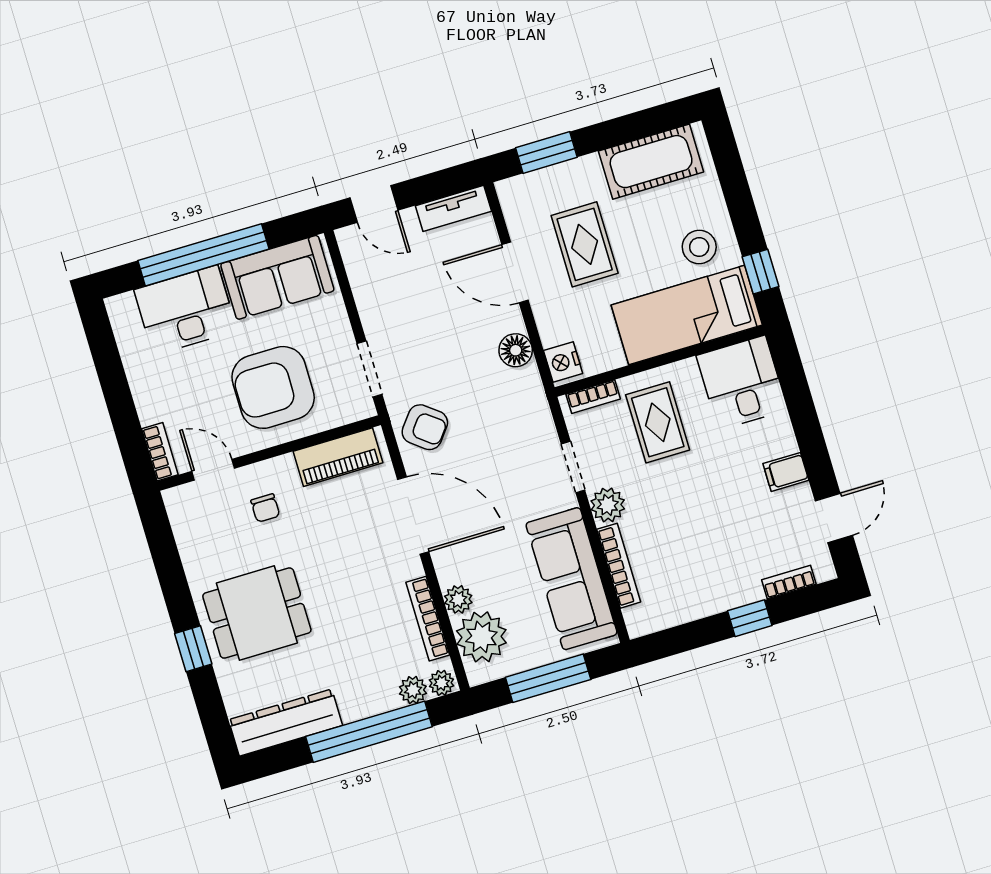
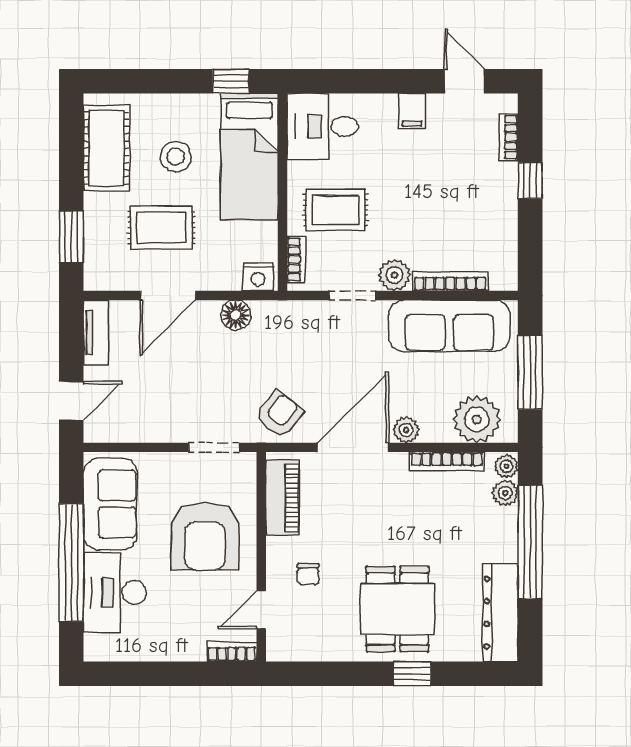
stool: (699, 247) -> (176, 157), moved
chair: (265, 508) -> (308, 574), turned 90
plant: (458, 599) -> (406, 430), moved

